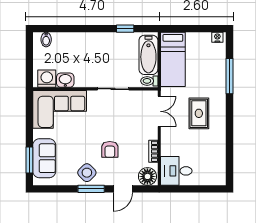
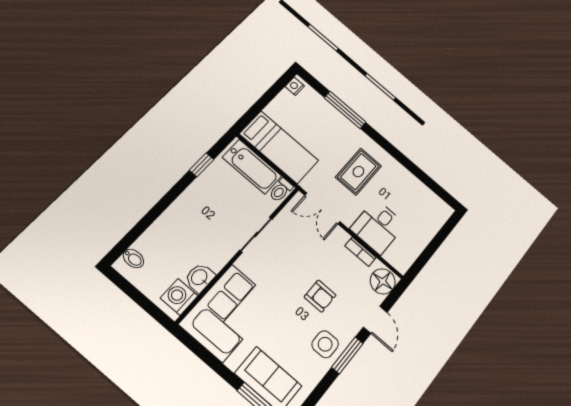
double door: (159, 111) -> (322, 208), swing flipped
rug: (199, 113) -> (358, 172), turned 90
desk: (176, 171) -> (378, 227), moved
side table: (87, 173) -> (325, 344), turned 45

